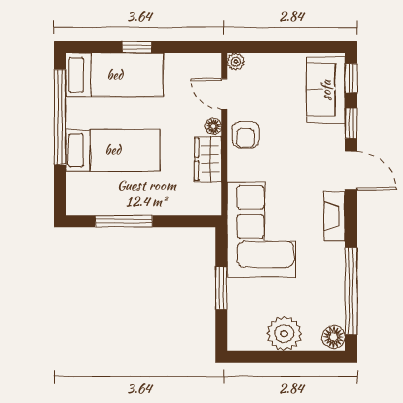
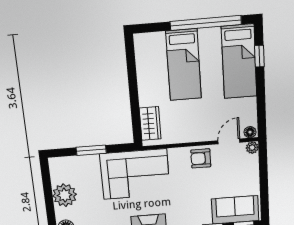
window: (137, 47) -> (259, 56), moved
floor lamp: (213, 126) -> (250, 132), moved
wardrobe: (208, 159) -> (150, 123), moved, turned 90
window: (124, 221) -> (132, 77), removed

